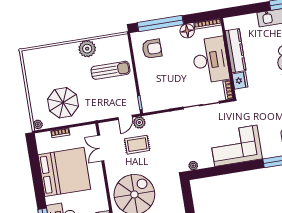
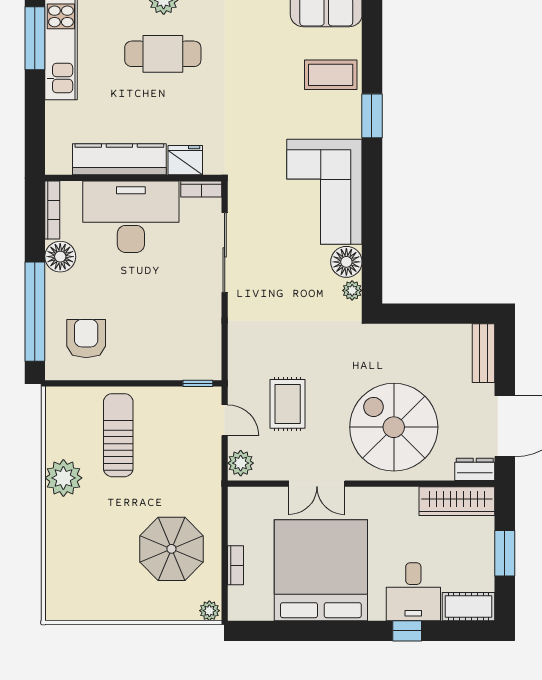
plant: (139, 122) -> (241, 463), moved
double door: (101, 148) -> (317, 484), moved
floor lamp: (206, 161) -> (346, 262), added

